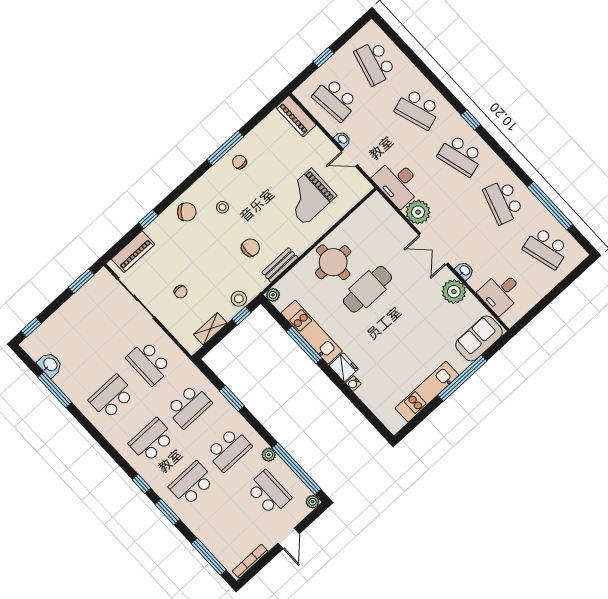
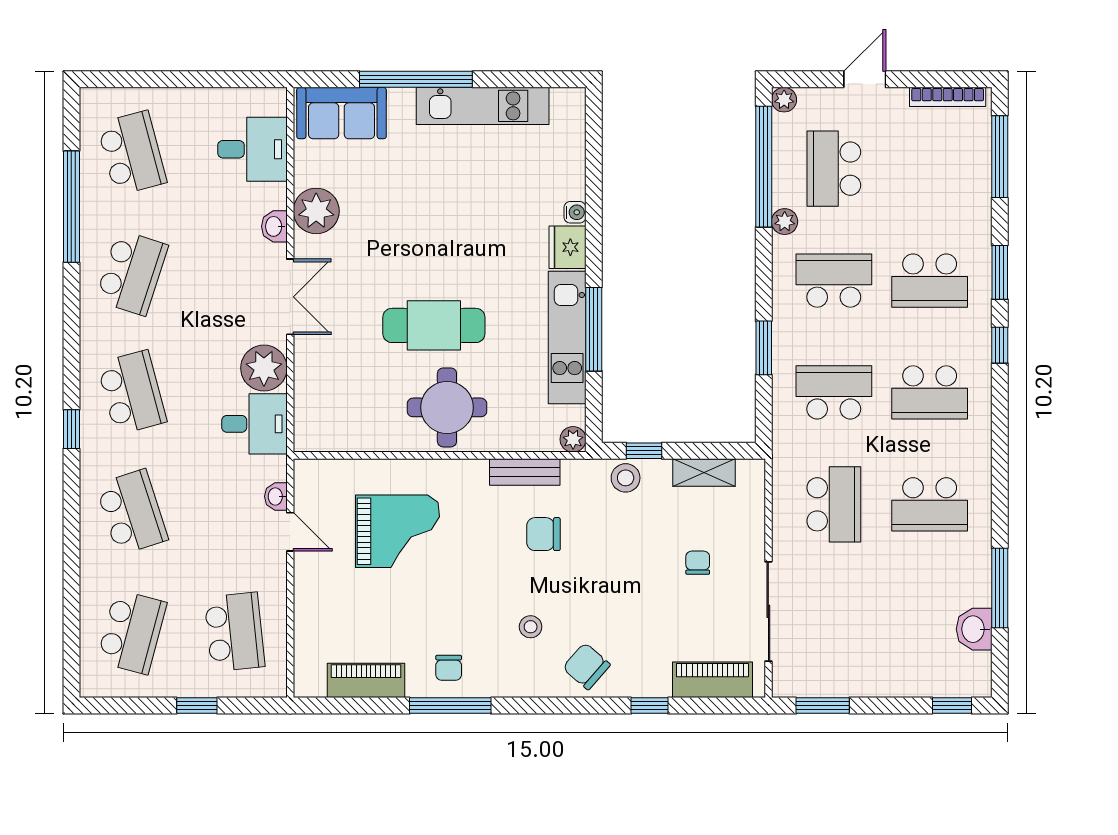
piano: (296, 116) -> (366, 680), moved, turned -90
washbasin: (342, 139) -> (276, 496), moved
desk: (398, 183) -> (254, 424), width x0.73

